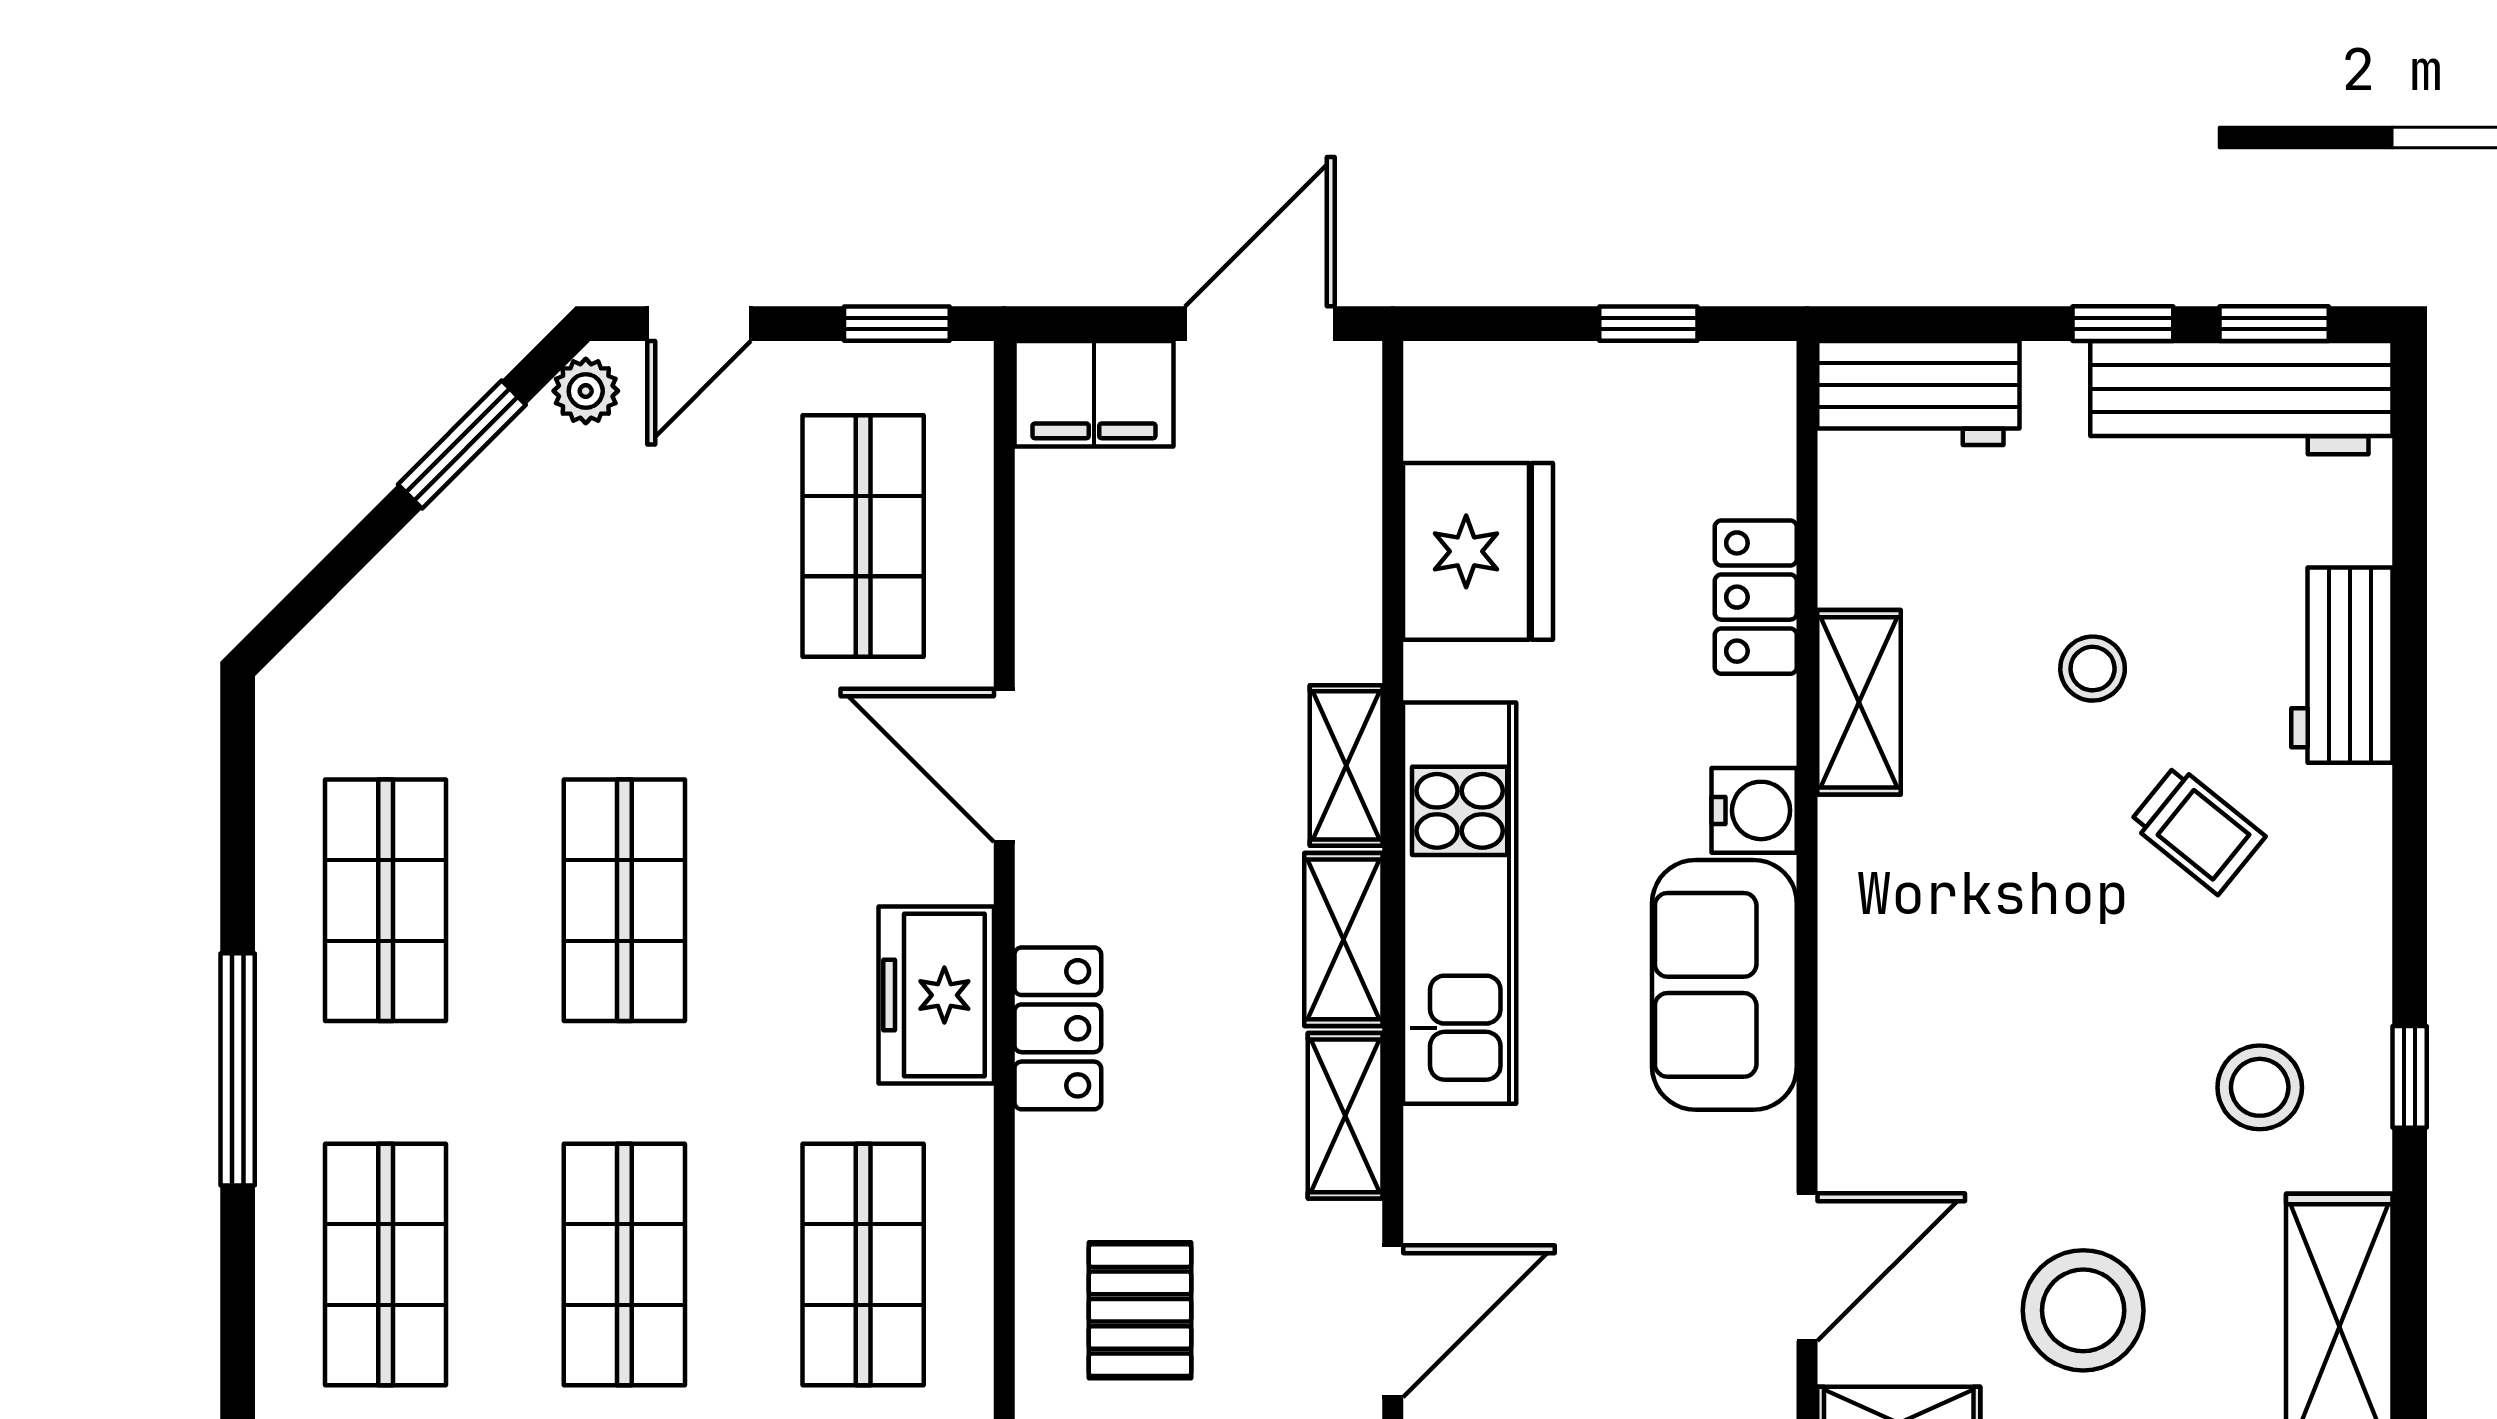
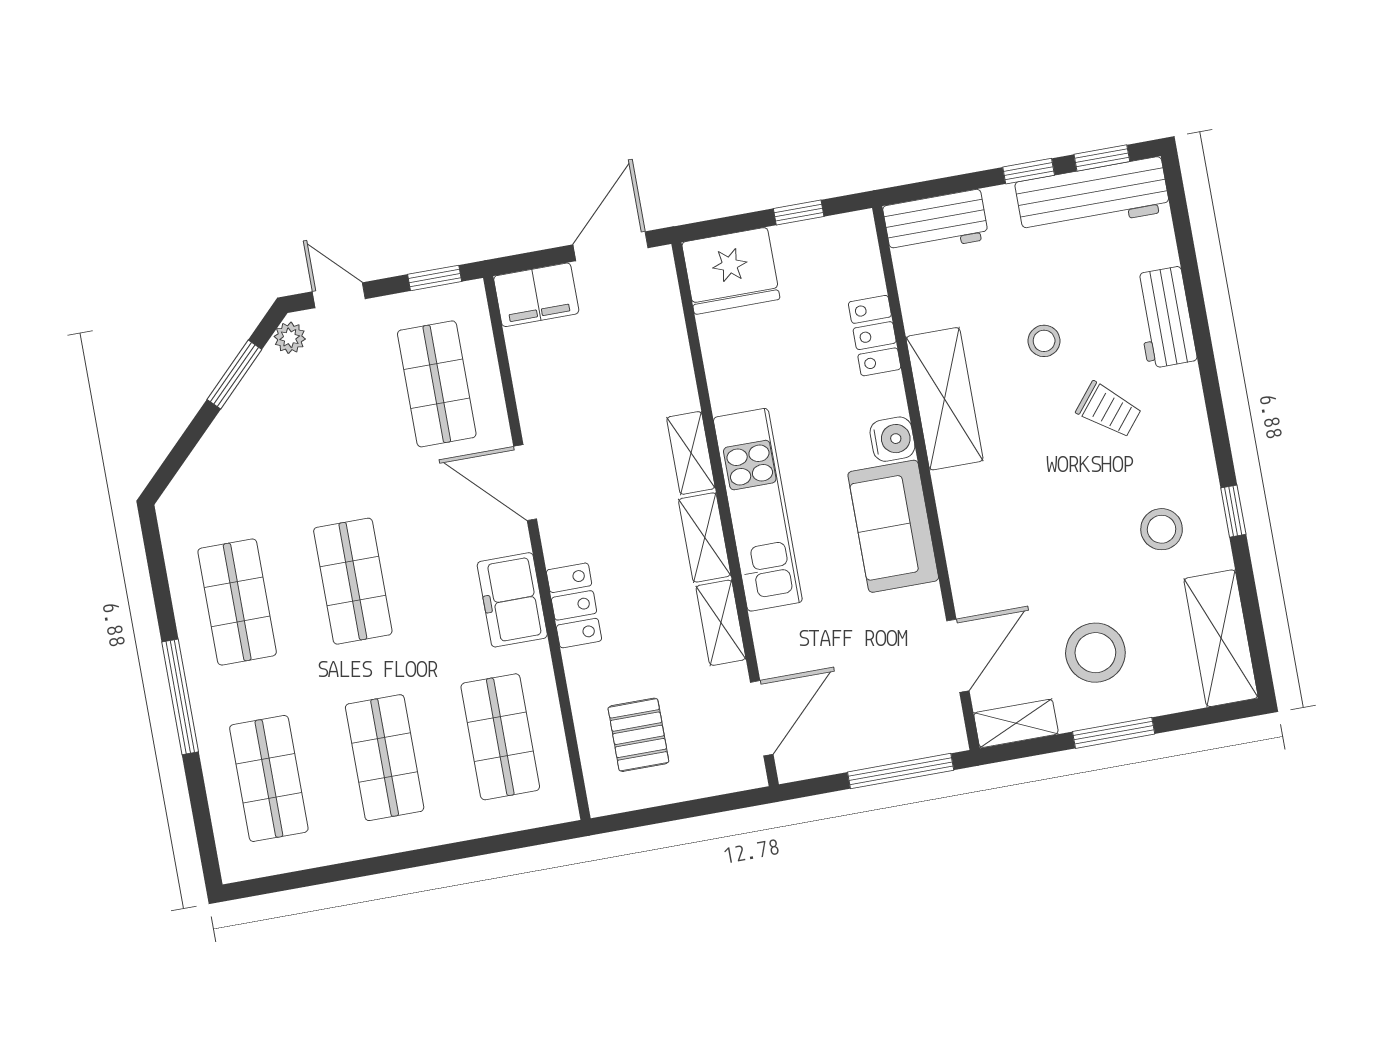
door: (699, 324) -> (339, 295), swing flipped
fridge: (1478, 551) -> (731, 271), moved, turned 90
shelving: (1859, 702) -> (945, 399), width x1.50, depth x1.33

